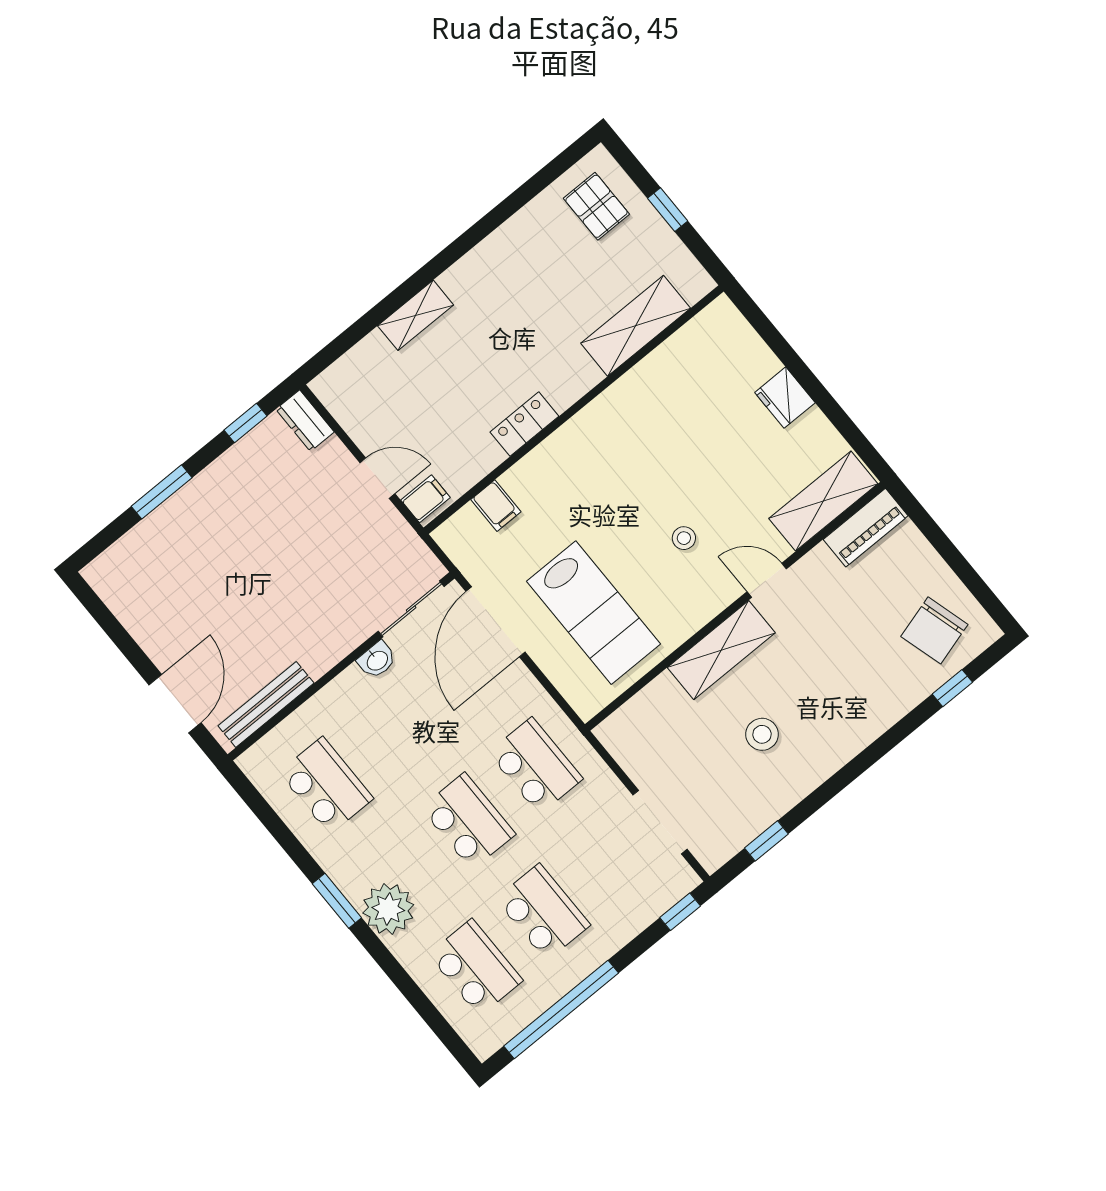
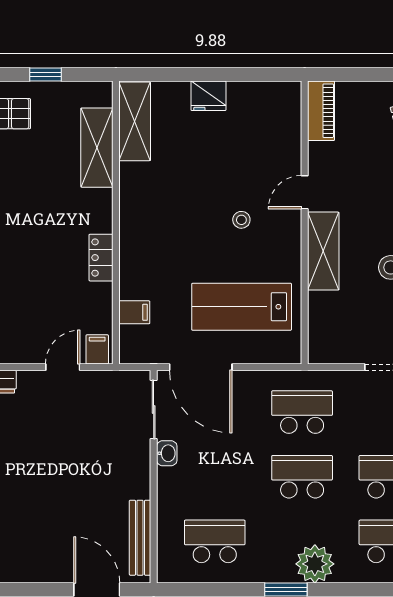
shelving: (823, 501) -> (135, 121), moved
lab bench: (594, 613) -> (242, 307), turned 180

